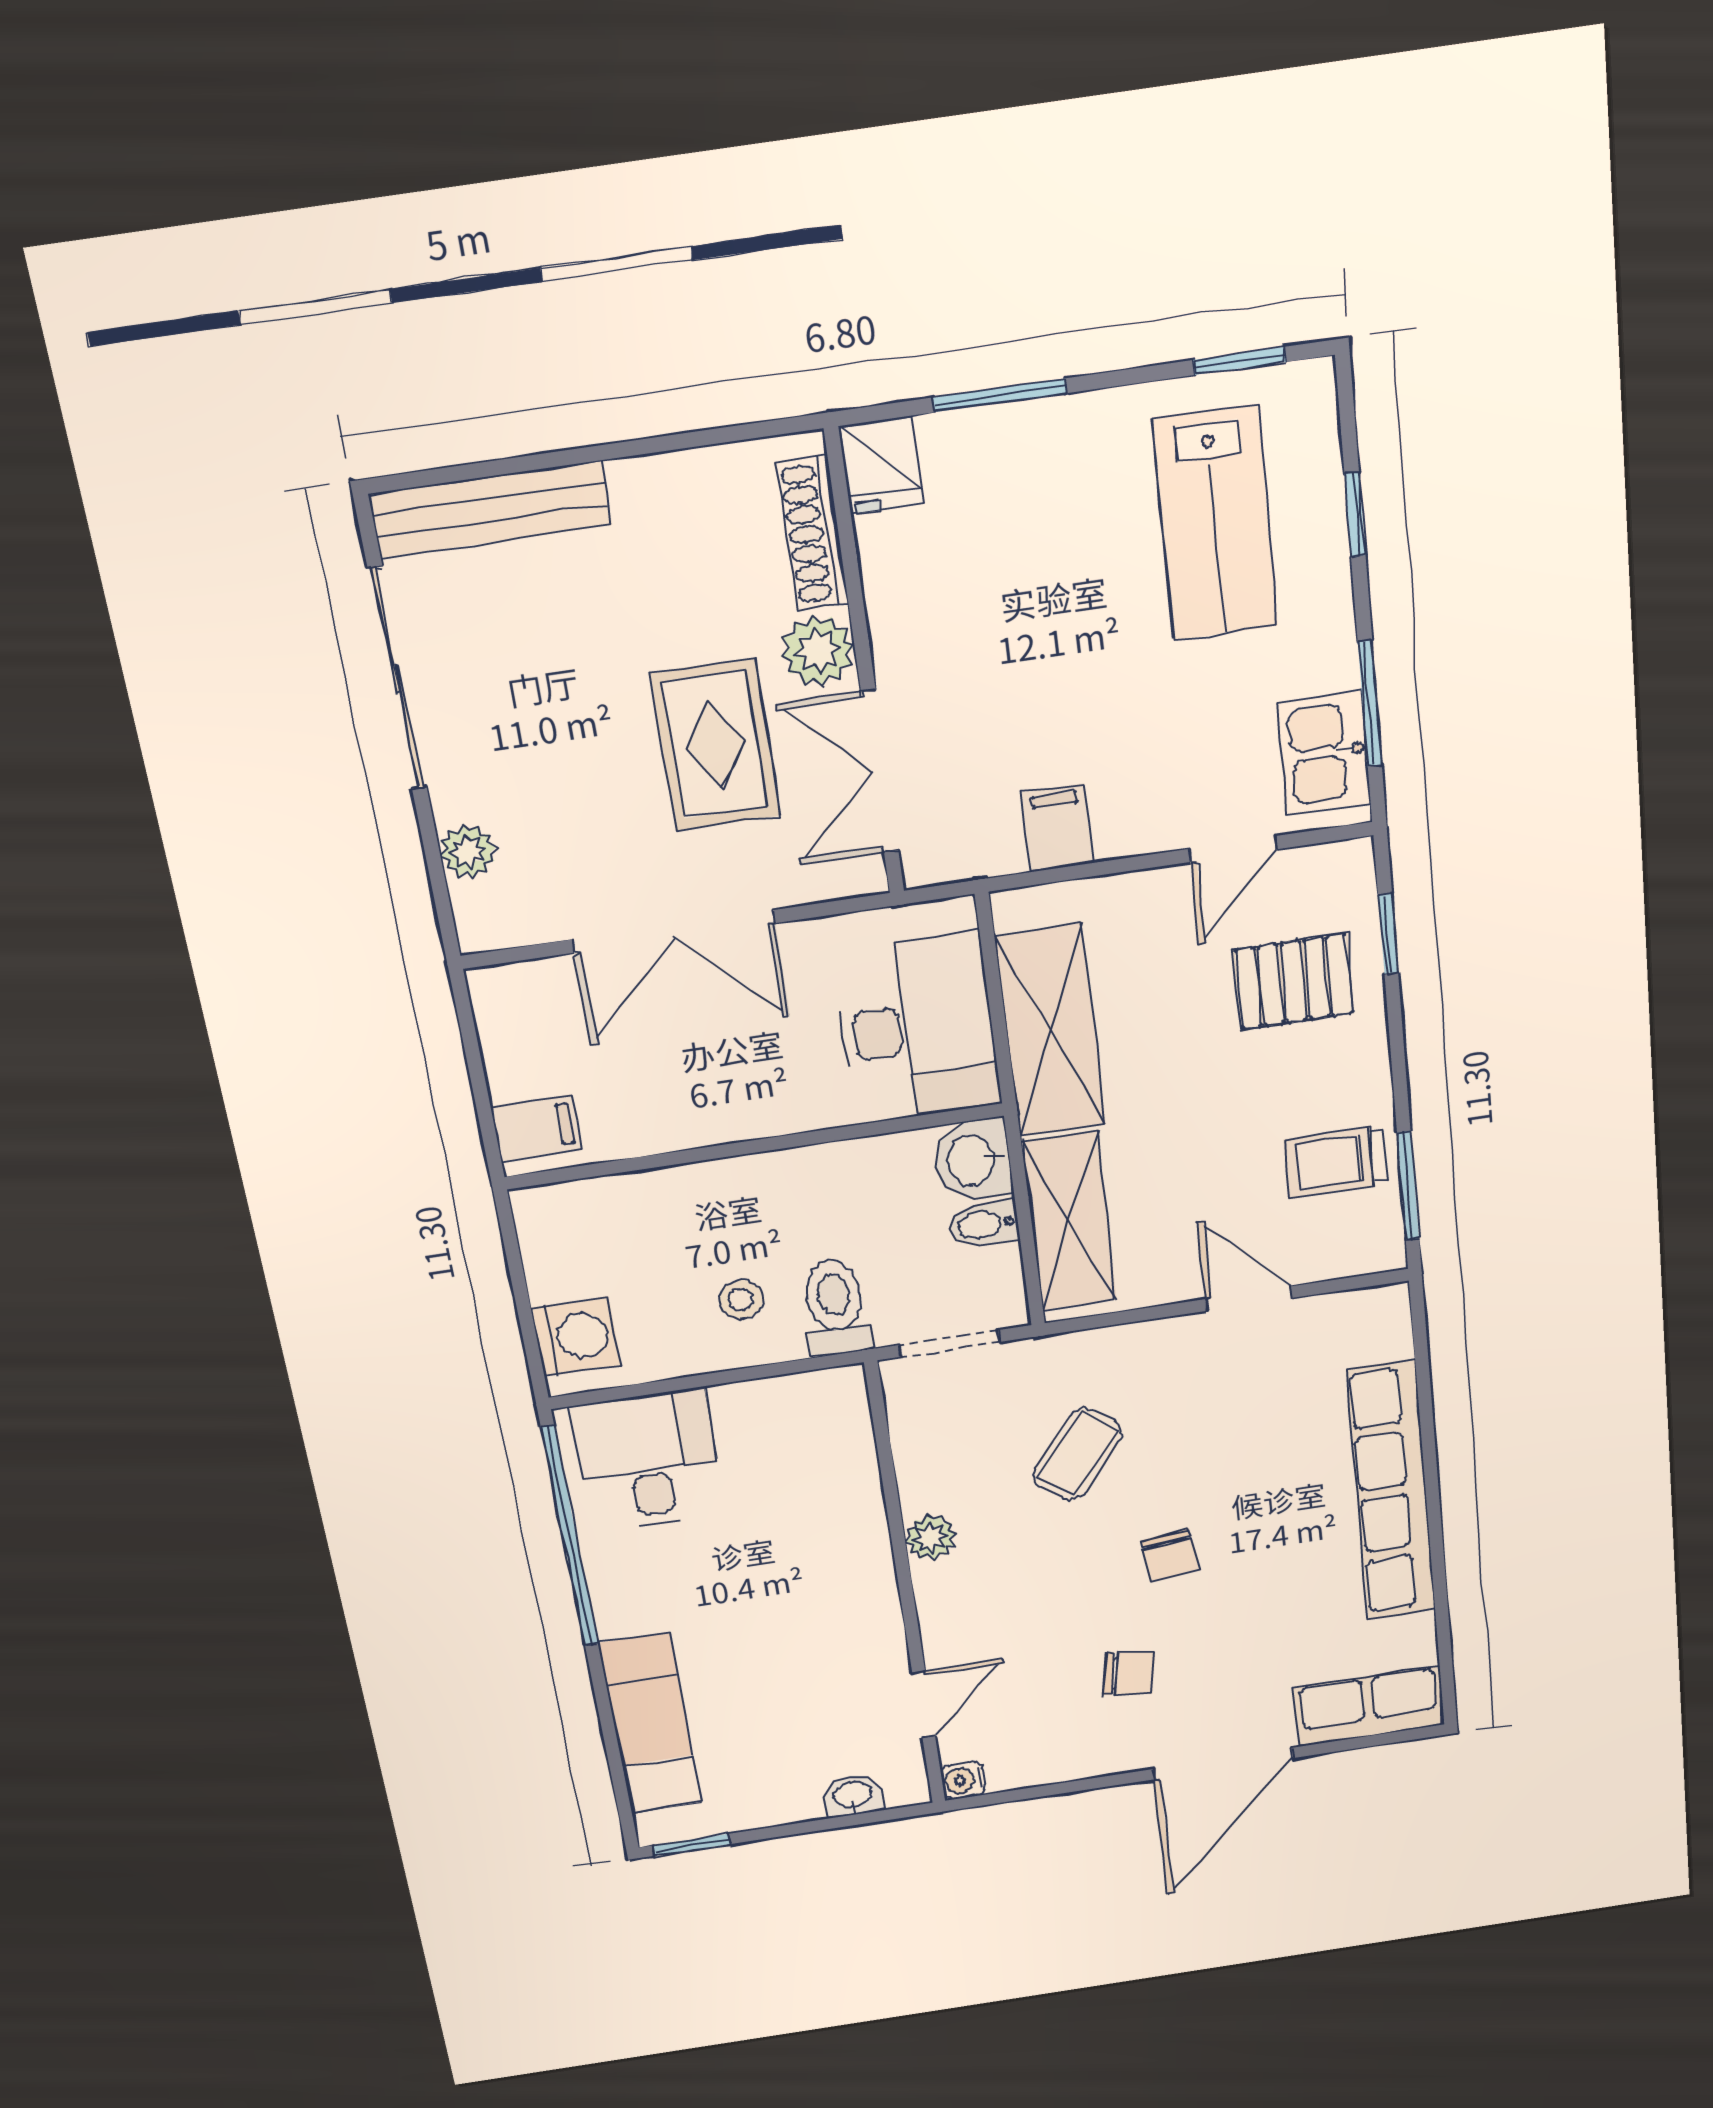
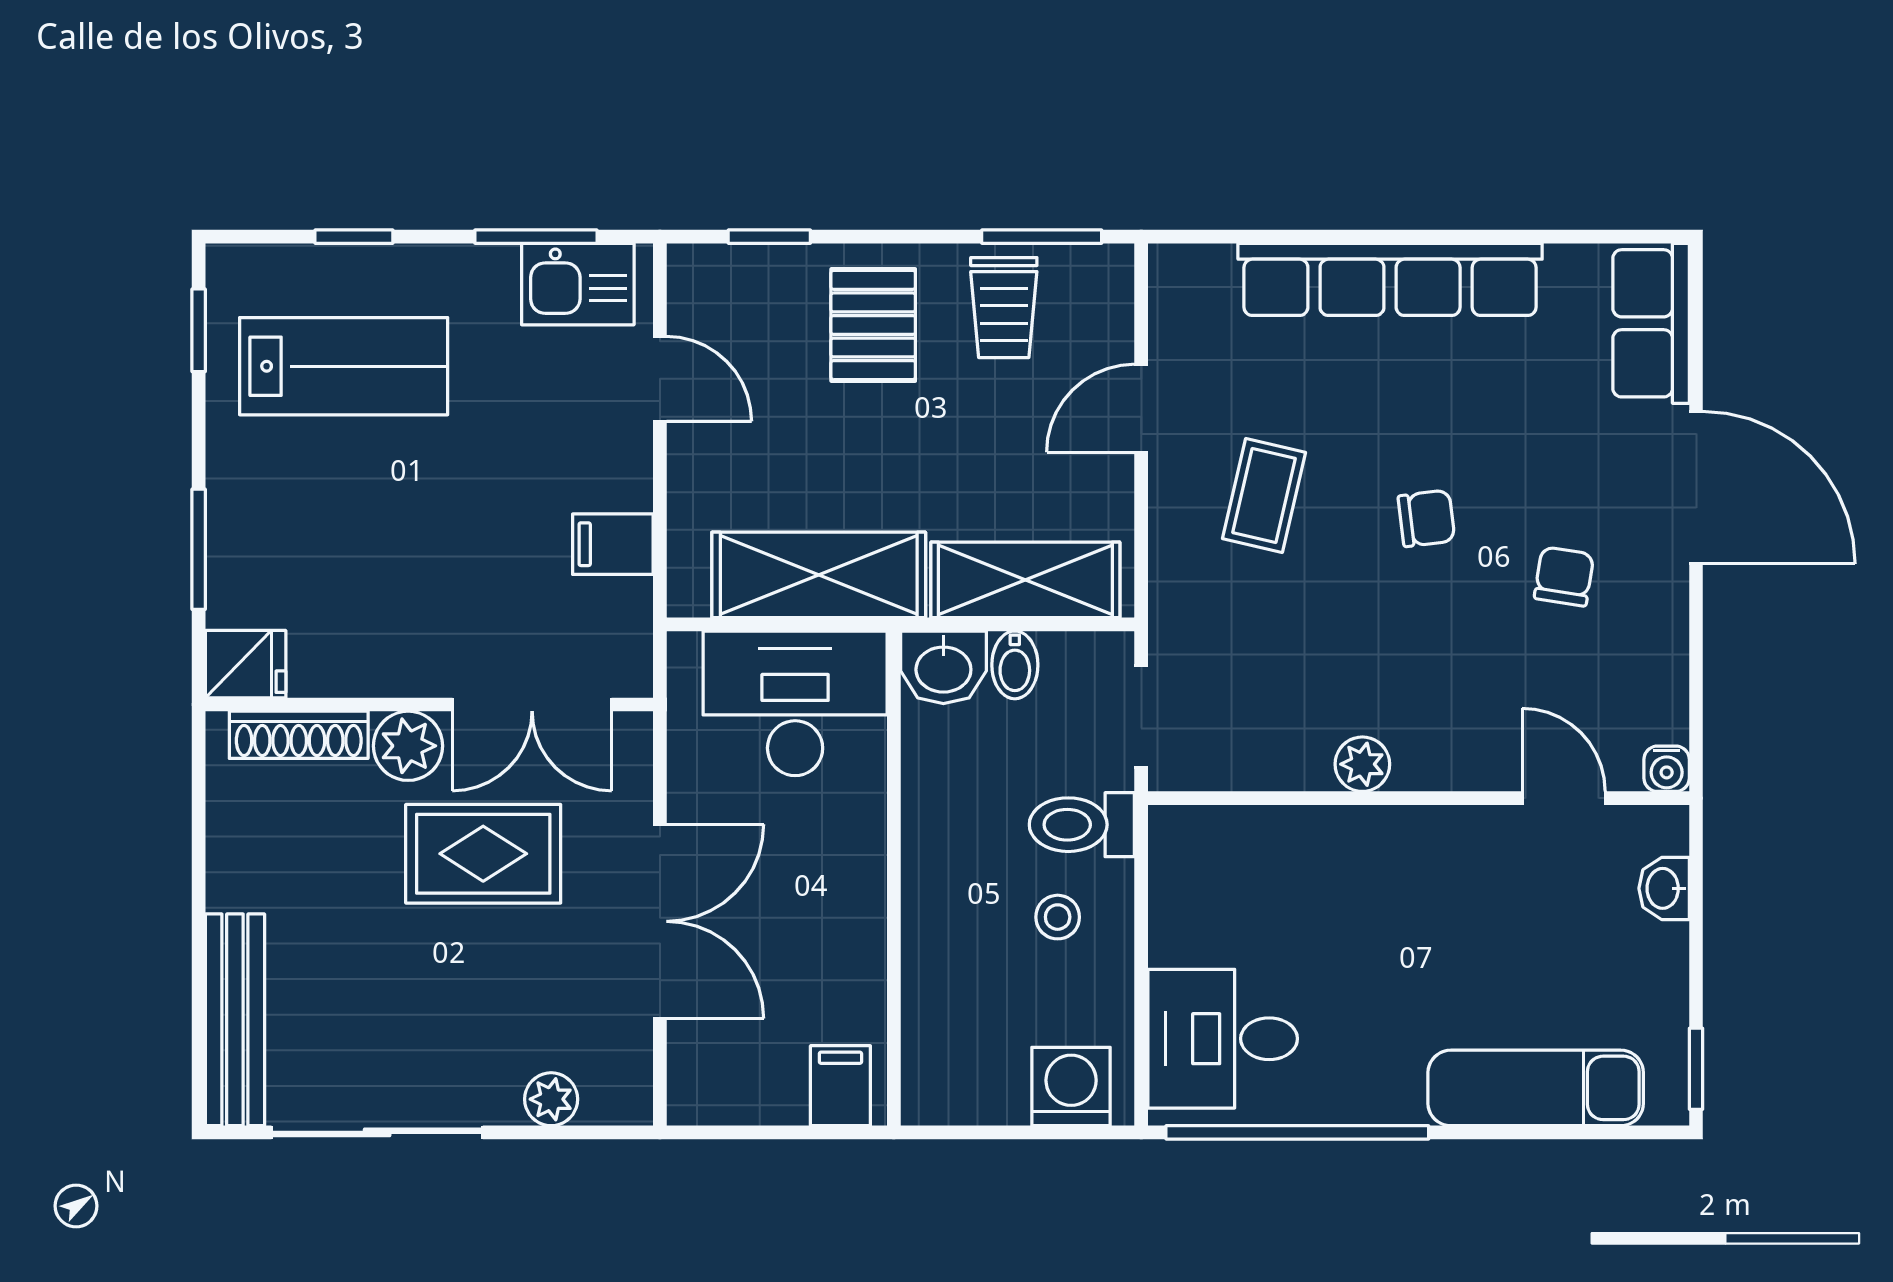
pallet: (1294, 982) -> (873, 325), moved
coffee table: (1078, 1454) -> (1264, 495), moved, turned 65

